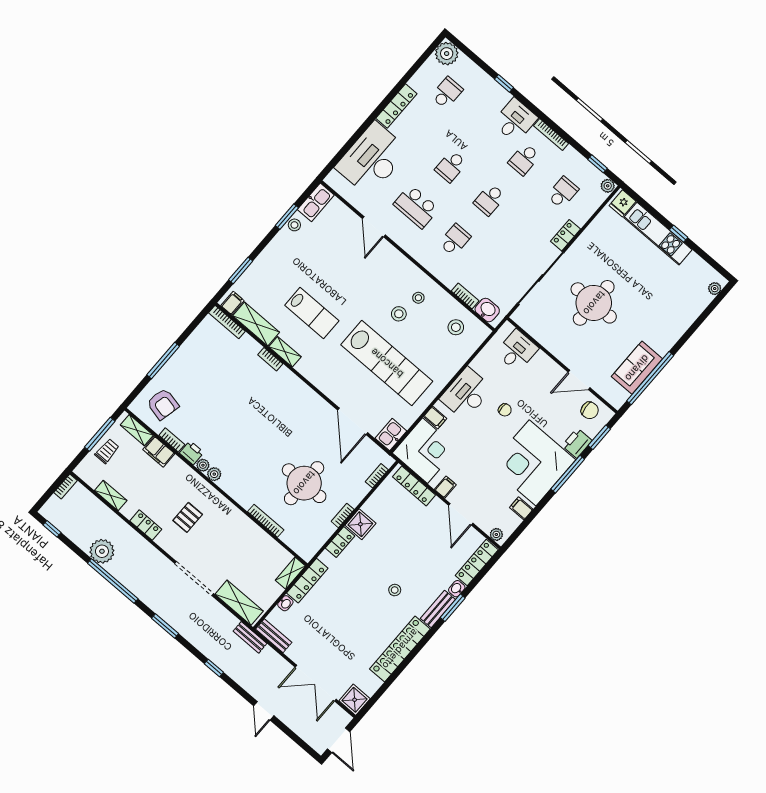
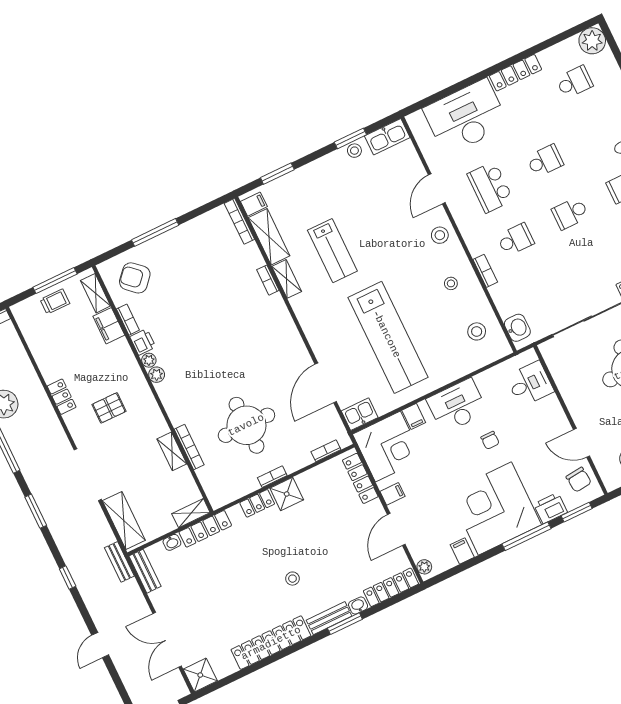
school desk: (451, 166) -> (545, 161), turned 180
bookcase: (465, 296) -> (485, 271), moved
stool: (399, 314) -> (440, 235), moved
armchair: (163, 404) -> (135, 278), turned 119
shelving: (111, 495) -> (172, 451), moved

